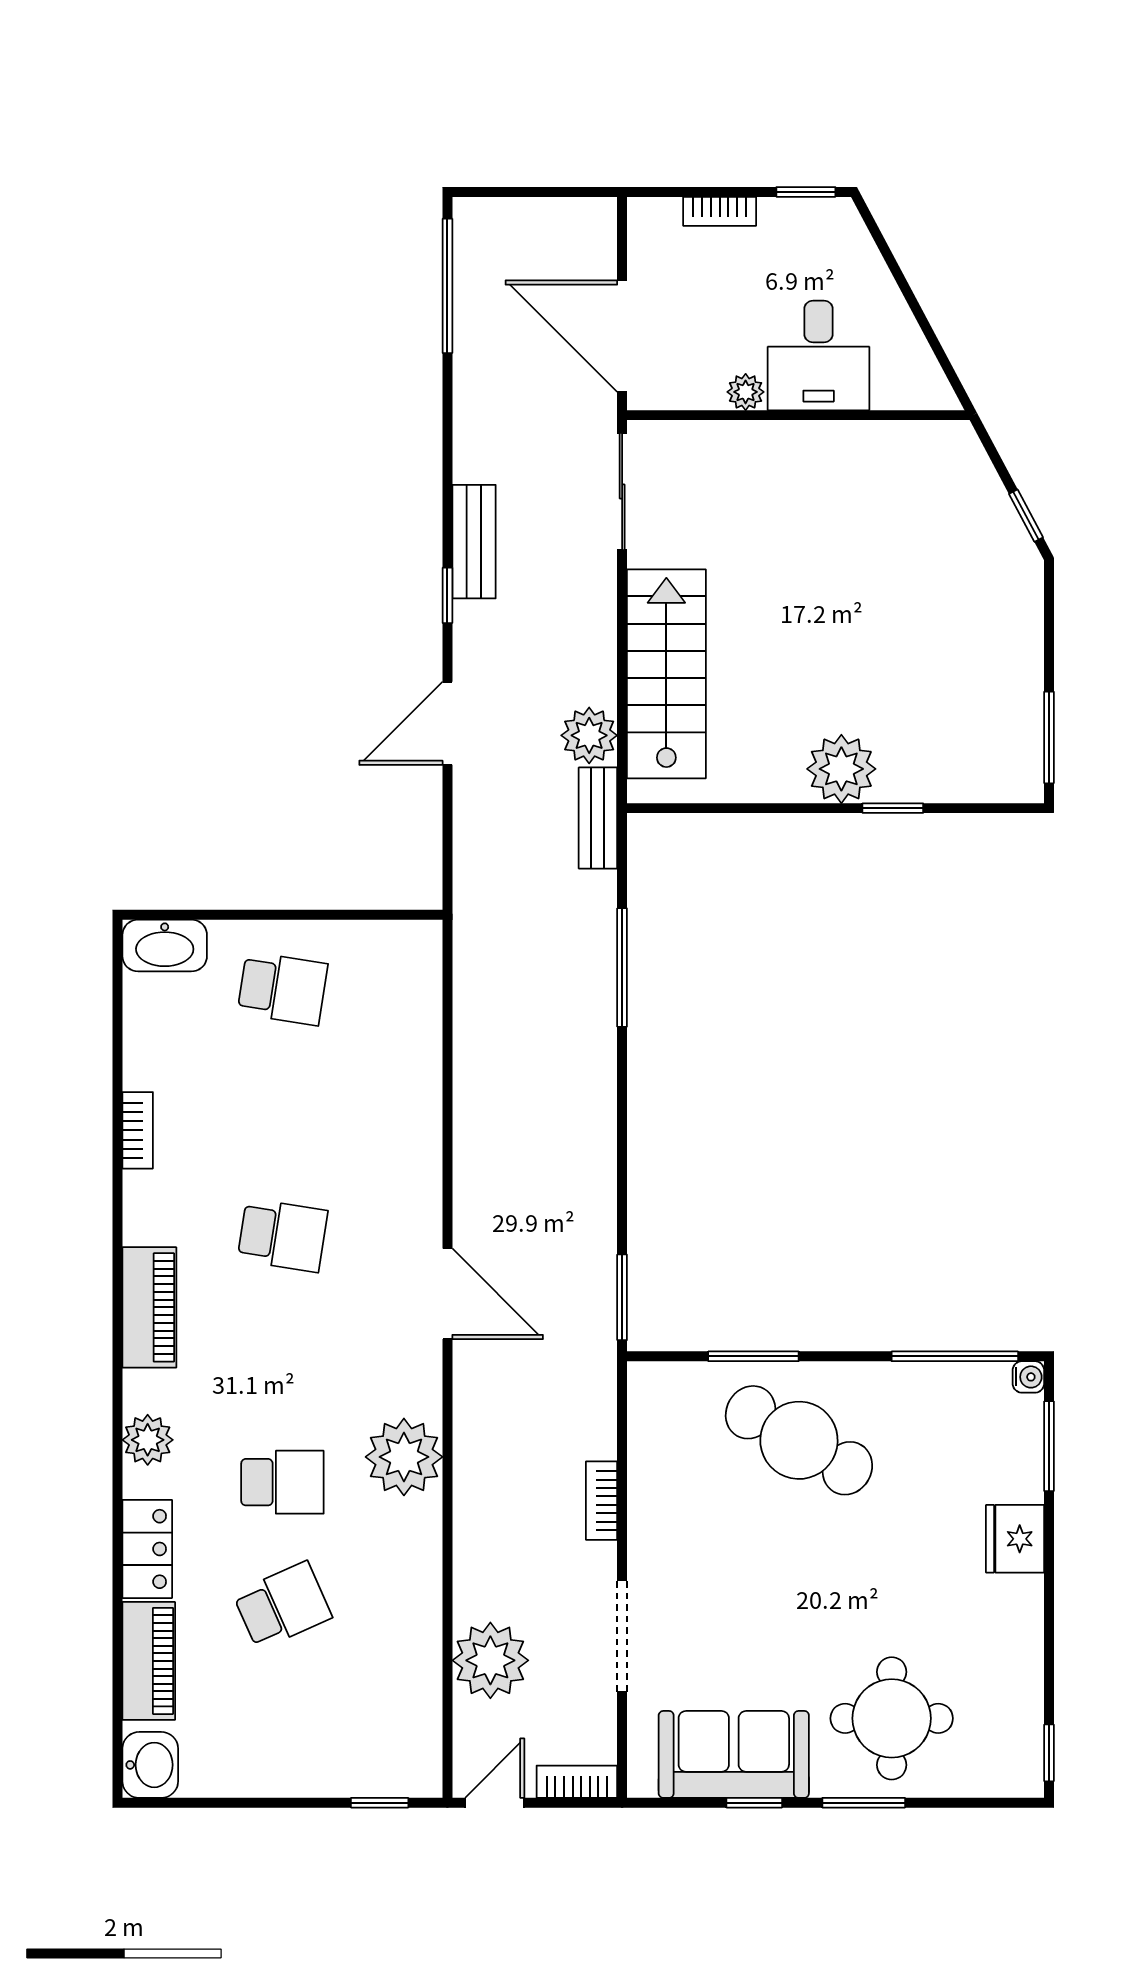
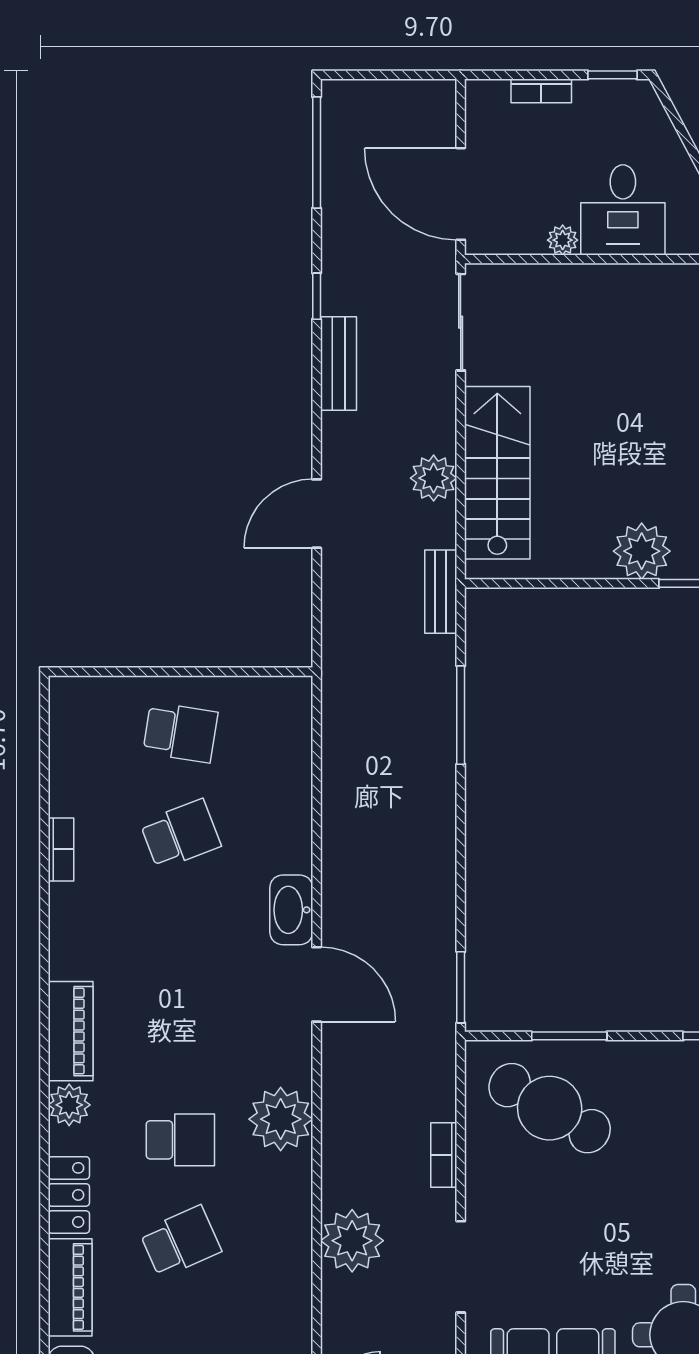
window: (447, 595) -> (317, 296), moved
plant: (589, 735) -> (434, 478), moved
washbasin: (165, 946) -> (291, 910), moved, turned 90
school desk: (282, 1235) -> (180, 834), moved, turned -30
piano: (149, 1307) -> (71, 1031), moved
cafe table: (799, 1440) -> (550, 1108), moved
plant: (490, 1660) -> (352, 1241), moved

